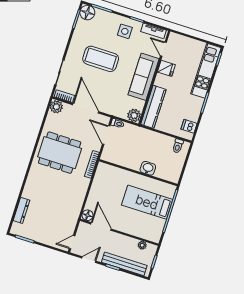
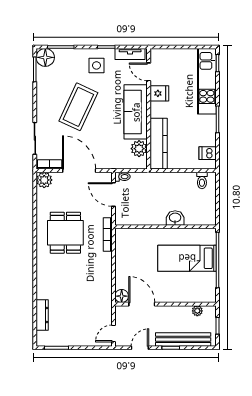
coffee table: (101, 59) -> (78, 107), turned -65
plant: (134, 115) -> (139, 149), moved
dining table: (60, 153) -> (65, 233), width x0.73

